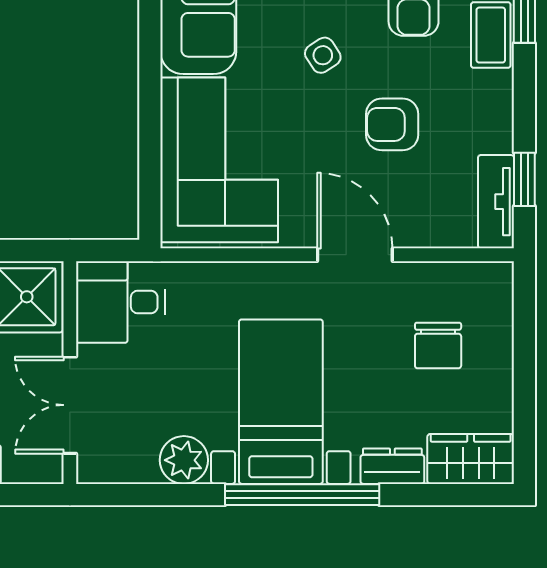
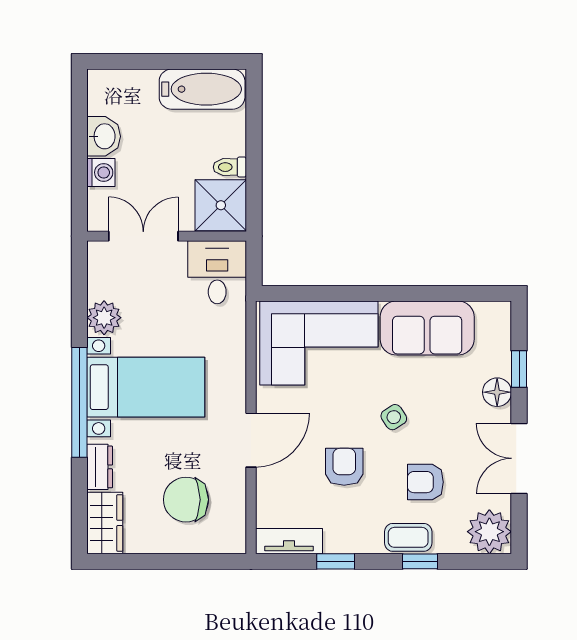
window: (524, 179) -> (336, 561), moved
chair: (438, 345) -> (186, 500), width x1.37, depth x1.37

